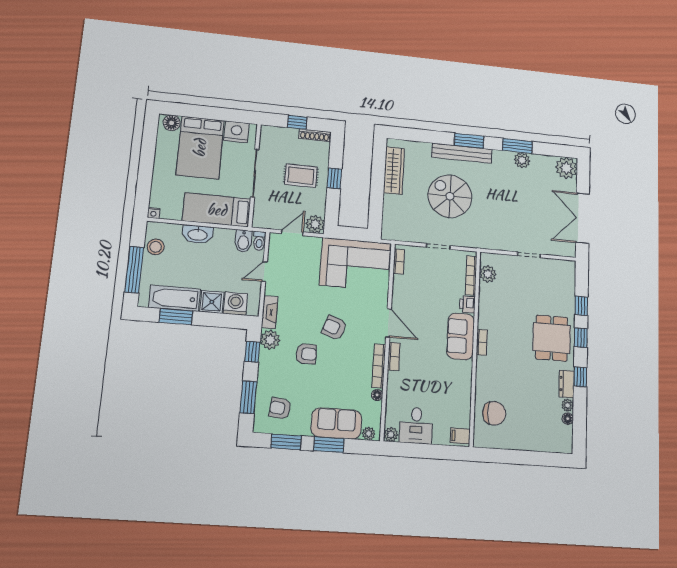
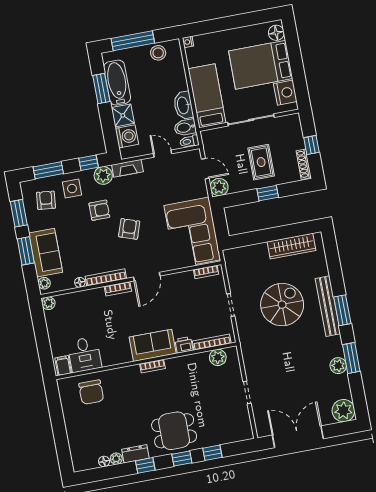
washbasin: (198, 234) -> (183, 105), moved
armchair: (306, 354) -> (99, 210), turned -90
side table: (275, 377) -> (72, 189), added
desk: (416, 426) -> (84, 354), moved, turned -90

